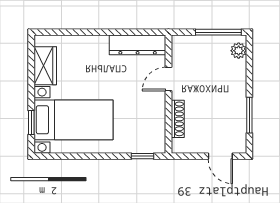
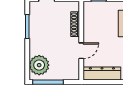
plant: (239, 51) -> (39, 65), width x1.87, depth x1.87

